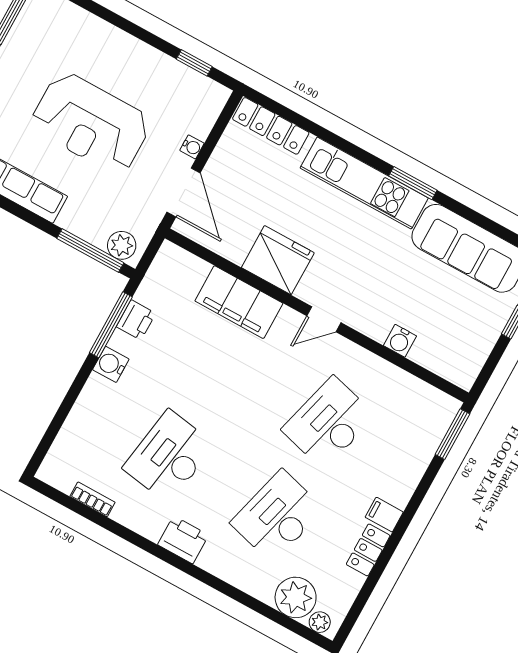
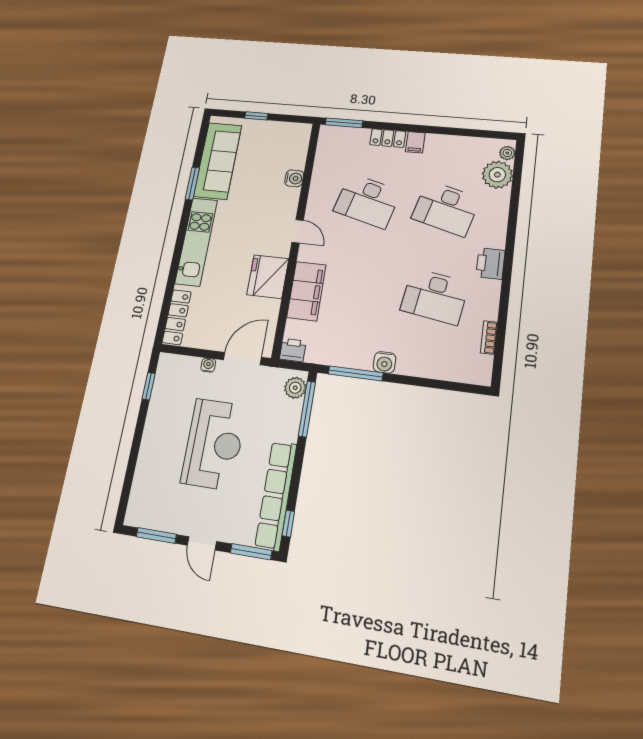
window: (413, 183) -> (192, 184), moved
printer: (136, 320) -> (293, 350), moved
locker: (368, 550) -> (388, 138), moved

